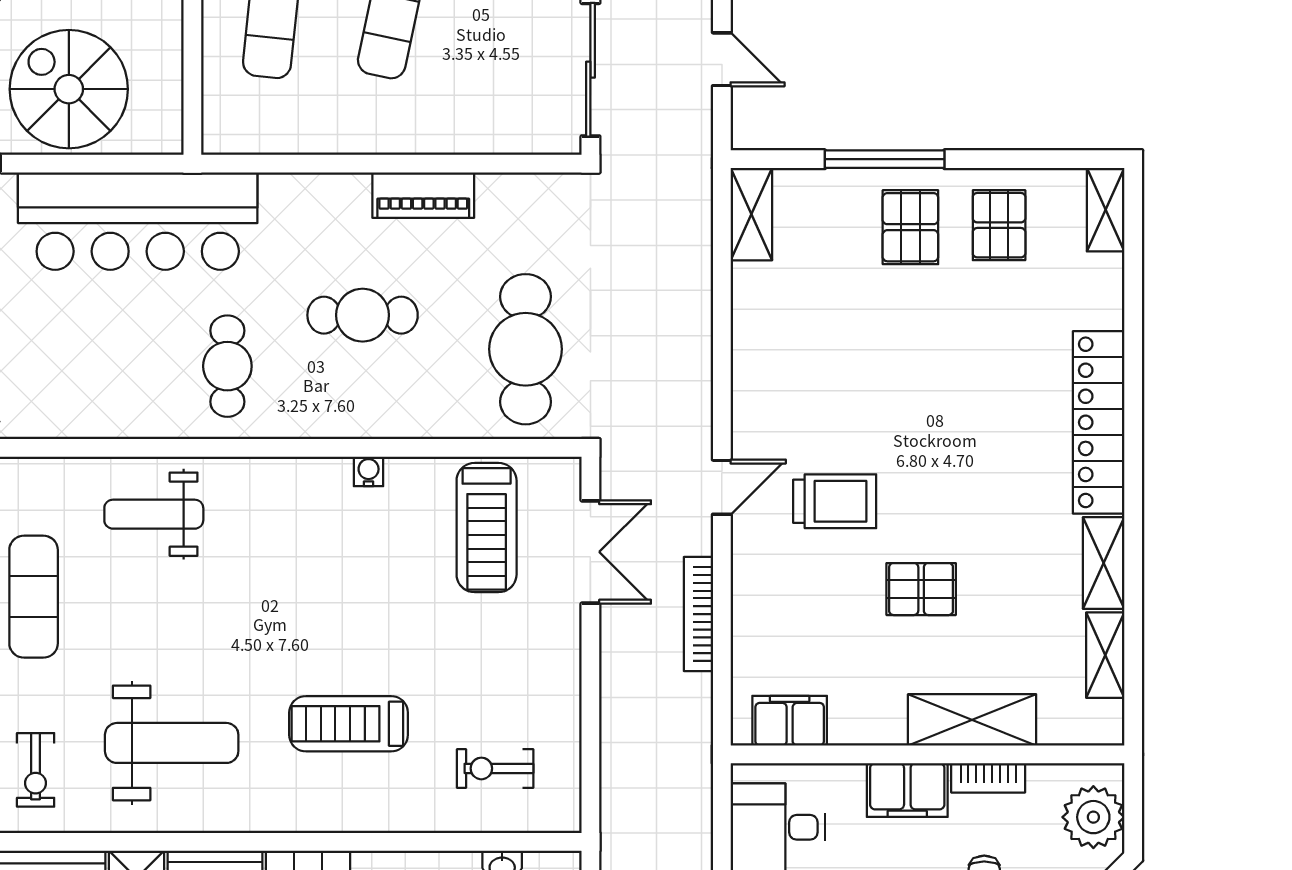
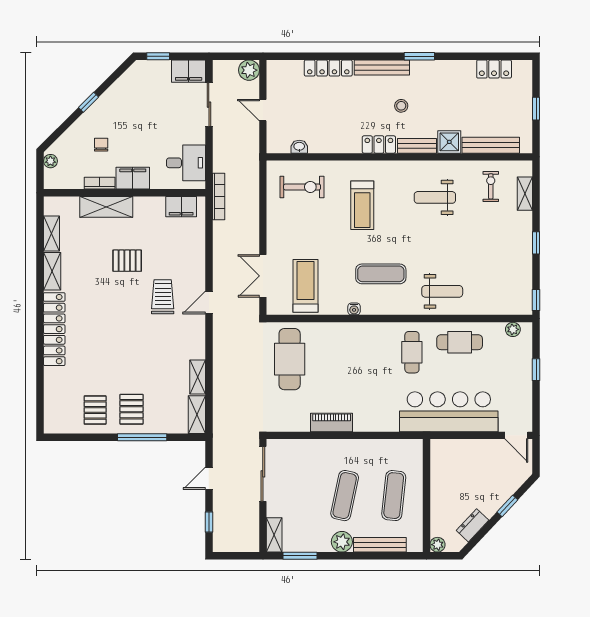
door: (722, 59) -> (209, 478), hinge flipped
spiral stairs: (69, 89) -> (477, 466), removed
shelving: (1106, 210) -> (198, 377), moved
cafe table: (363, 315) -> (460, 342), moved
trolley: (835, 501) -> (163, 297), turned 90
exercise mat: (34, 597) -> (381, 274), moved, turned 90
bookcase: (698, 614) -> (219, 197), moved
treadmill: (349, 724) -> (362, 205), turned 90
weight bench: (172, 743) -> (435, 197), width x0.73, depth x0.75
exercise bike: (495, 768) -> (302, 187), width x1.38, depth x1.39
plant: (1093, 817) -> (50, 161), width x0.53, depth x0.53

